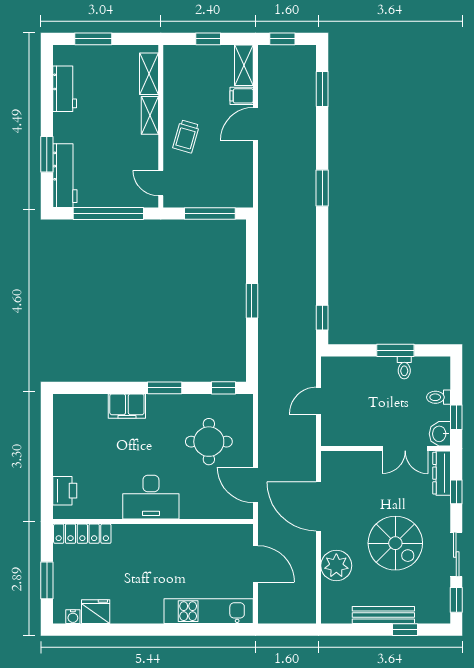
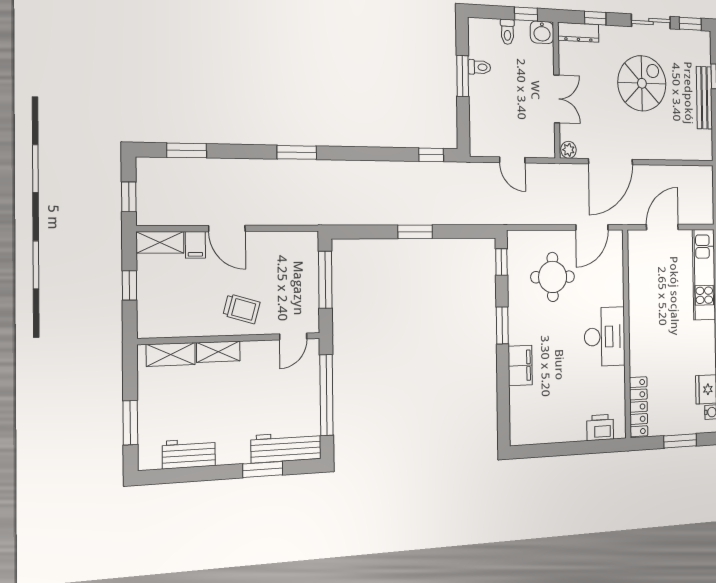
double door: (405, 449) -> (557, 99), moved
plant: (336, 566) -> (568, 150), moved, width x0.53, depth x0.53

